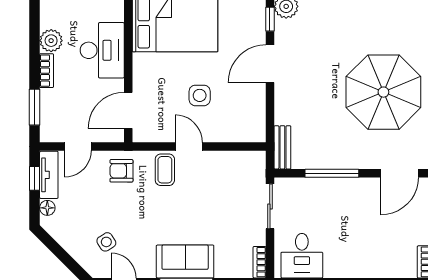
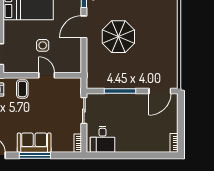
parasol: (383, 92) -> (118, 37), moved, width x0.73, depth x0.73
door: (189, 146) -> (47, 75), moved
bench: (282, 147) -> (91, 76), removed

